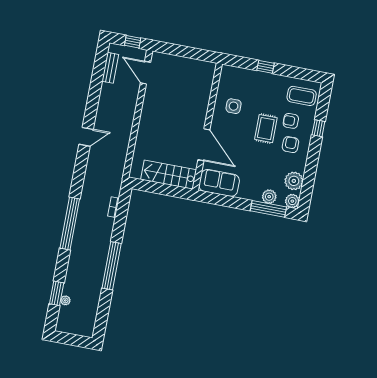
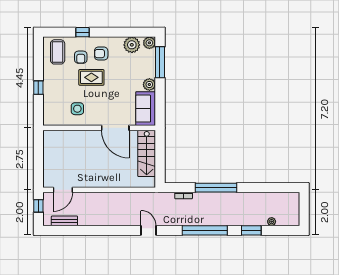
door: (86, 137) -> (148, 230), moved
door: (204, 145) -> (115, 128), swing flipped
plant: (269, 197) -> (149, 84), moved
window: (112, 266) -> (216, 188), moved
window: (57, 293) -> (251, 230), moved

